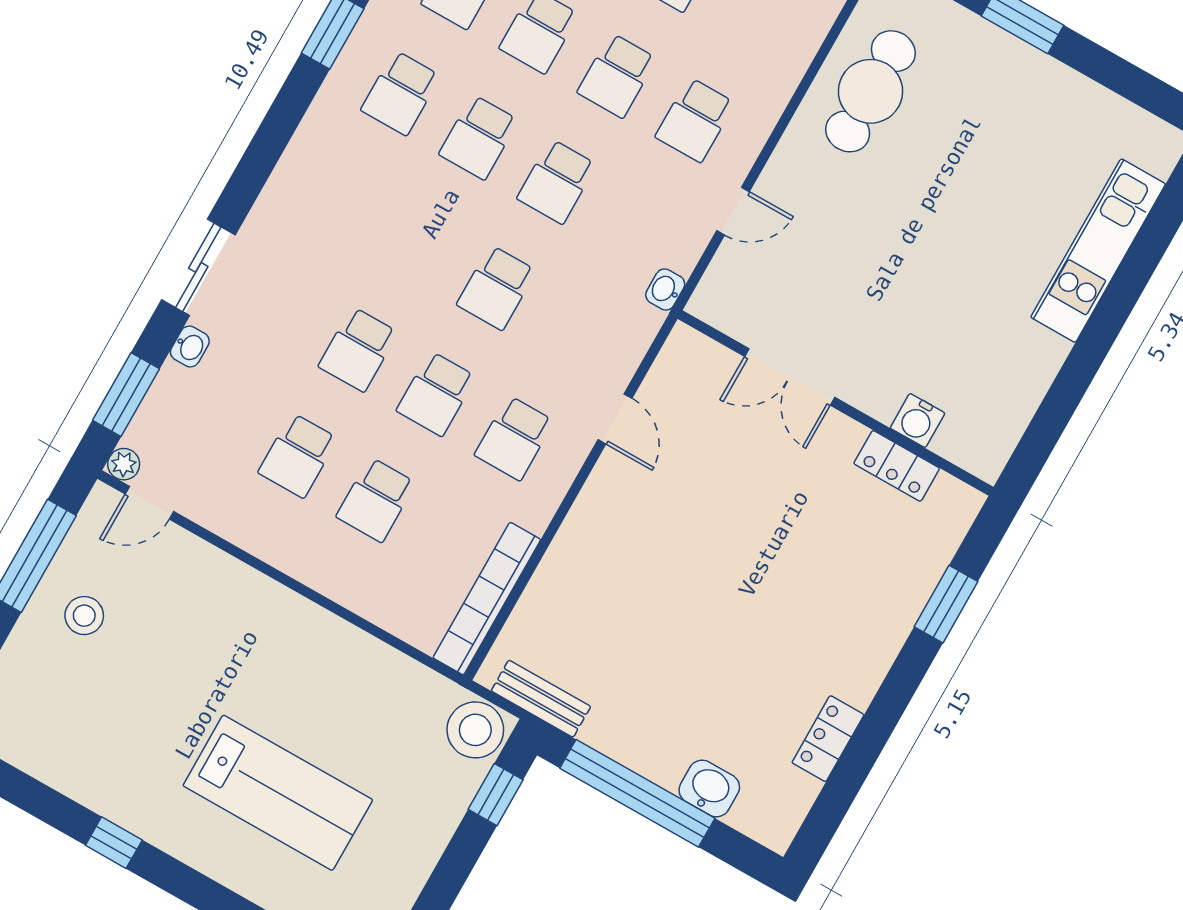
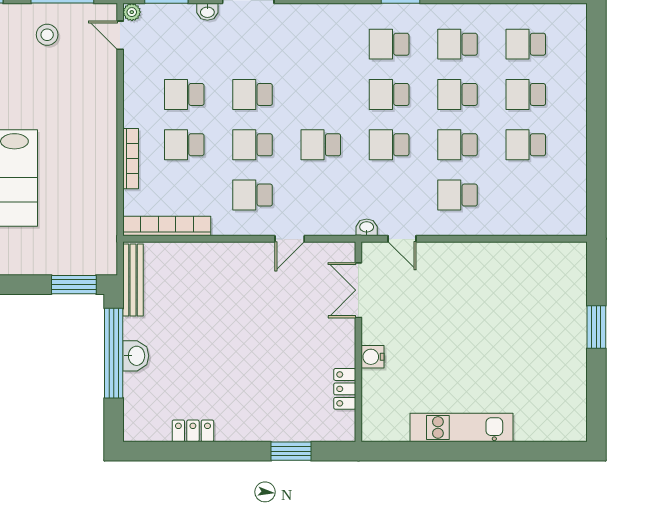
cafe table: (870, 91) -> (520, 273), removed
door: (733, 211) -> (402, 239), moved
kitchen unit: (1098, 251) -> (461, 427), moved
double door: (790, 377) -> (358, 290), moved
water cooler: (918, 420) -> (373, 357), moved
bookcase: (350, 595) -> (131, 159), added
bench: (541, 699) -> (133, 280), width x1.36
stool: (475, 730) -> (100, 257), removed
washbasin: (709, 789) -> (136, 356), moved
window: (496, 795) -> (74, 285), width x1.50

